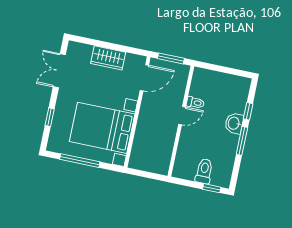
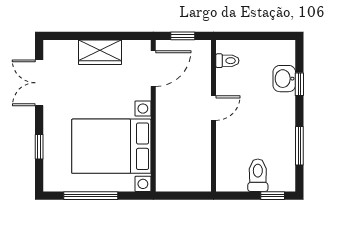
window: (171, 58) -> (183, 36), width x0.67
toilet: (195, 103) -> (227, 61), moved
washbasin: (234, 123) -> (284, 79), moved
window: (242, 141) -> (299, 146), moved

